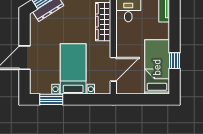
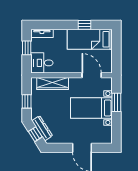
window: (51, 99) -> (116, 102), moved

